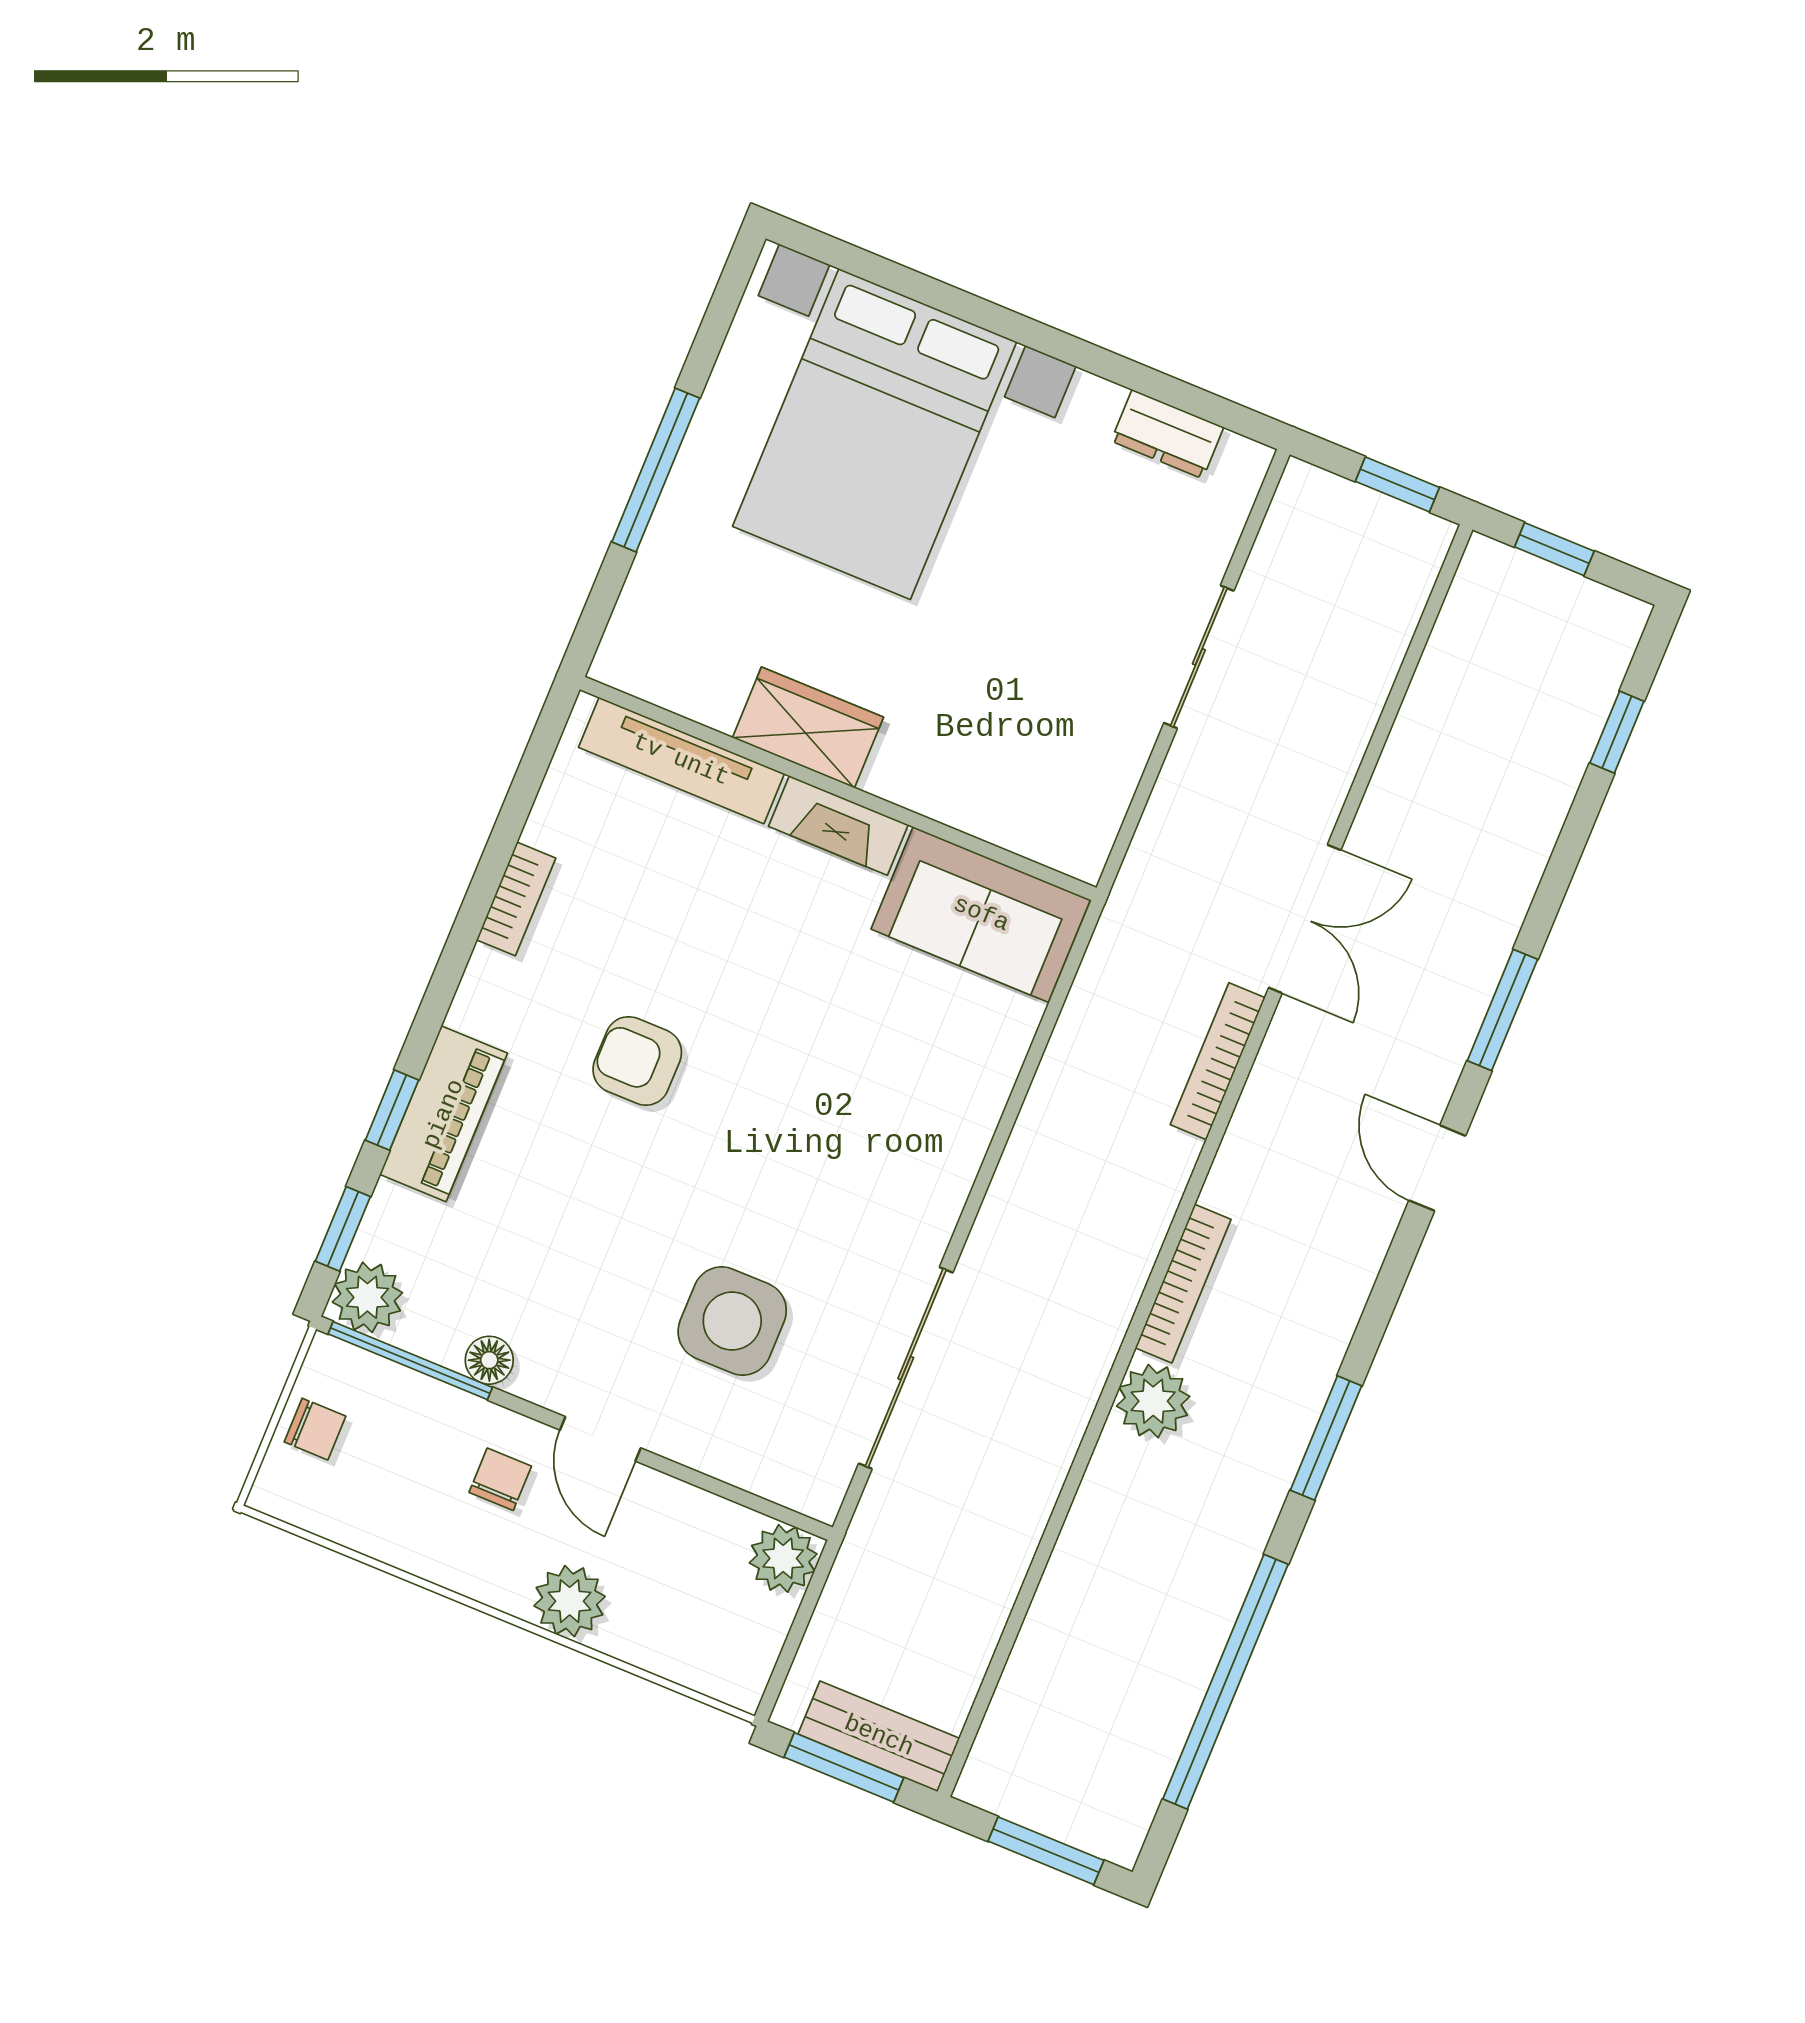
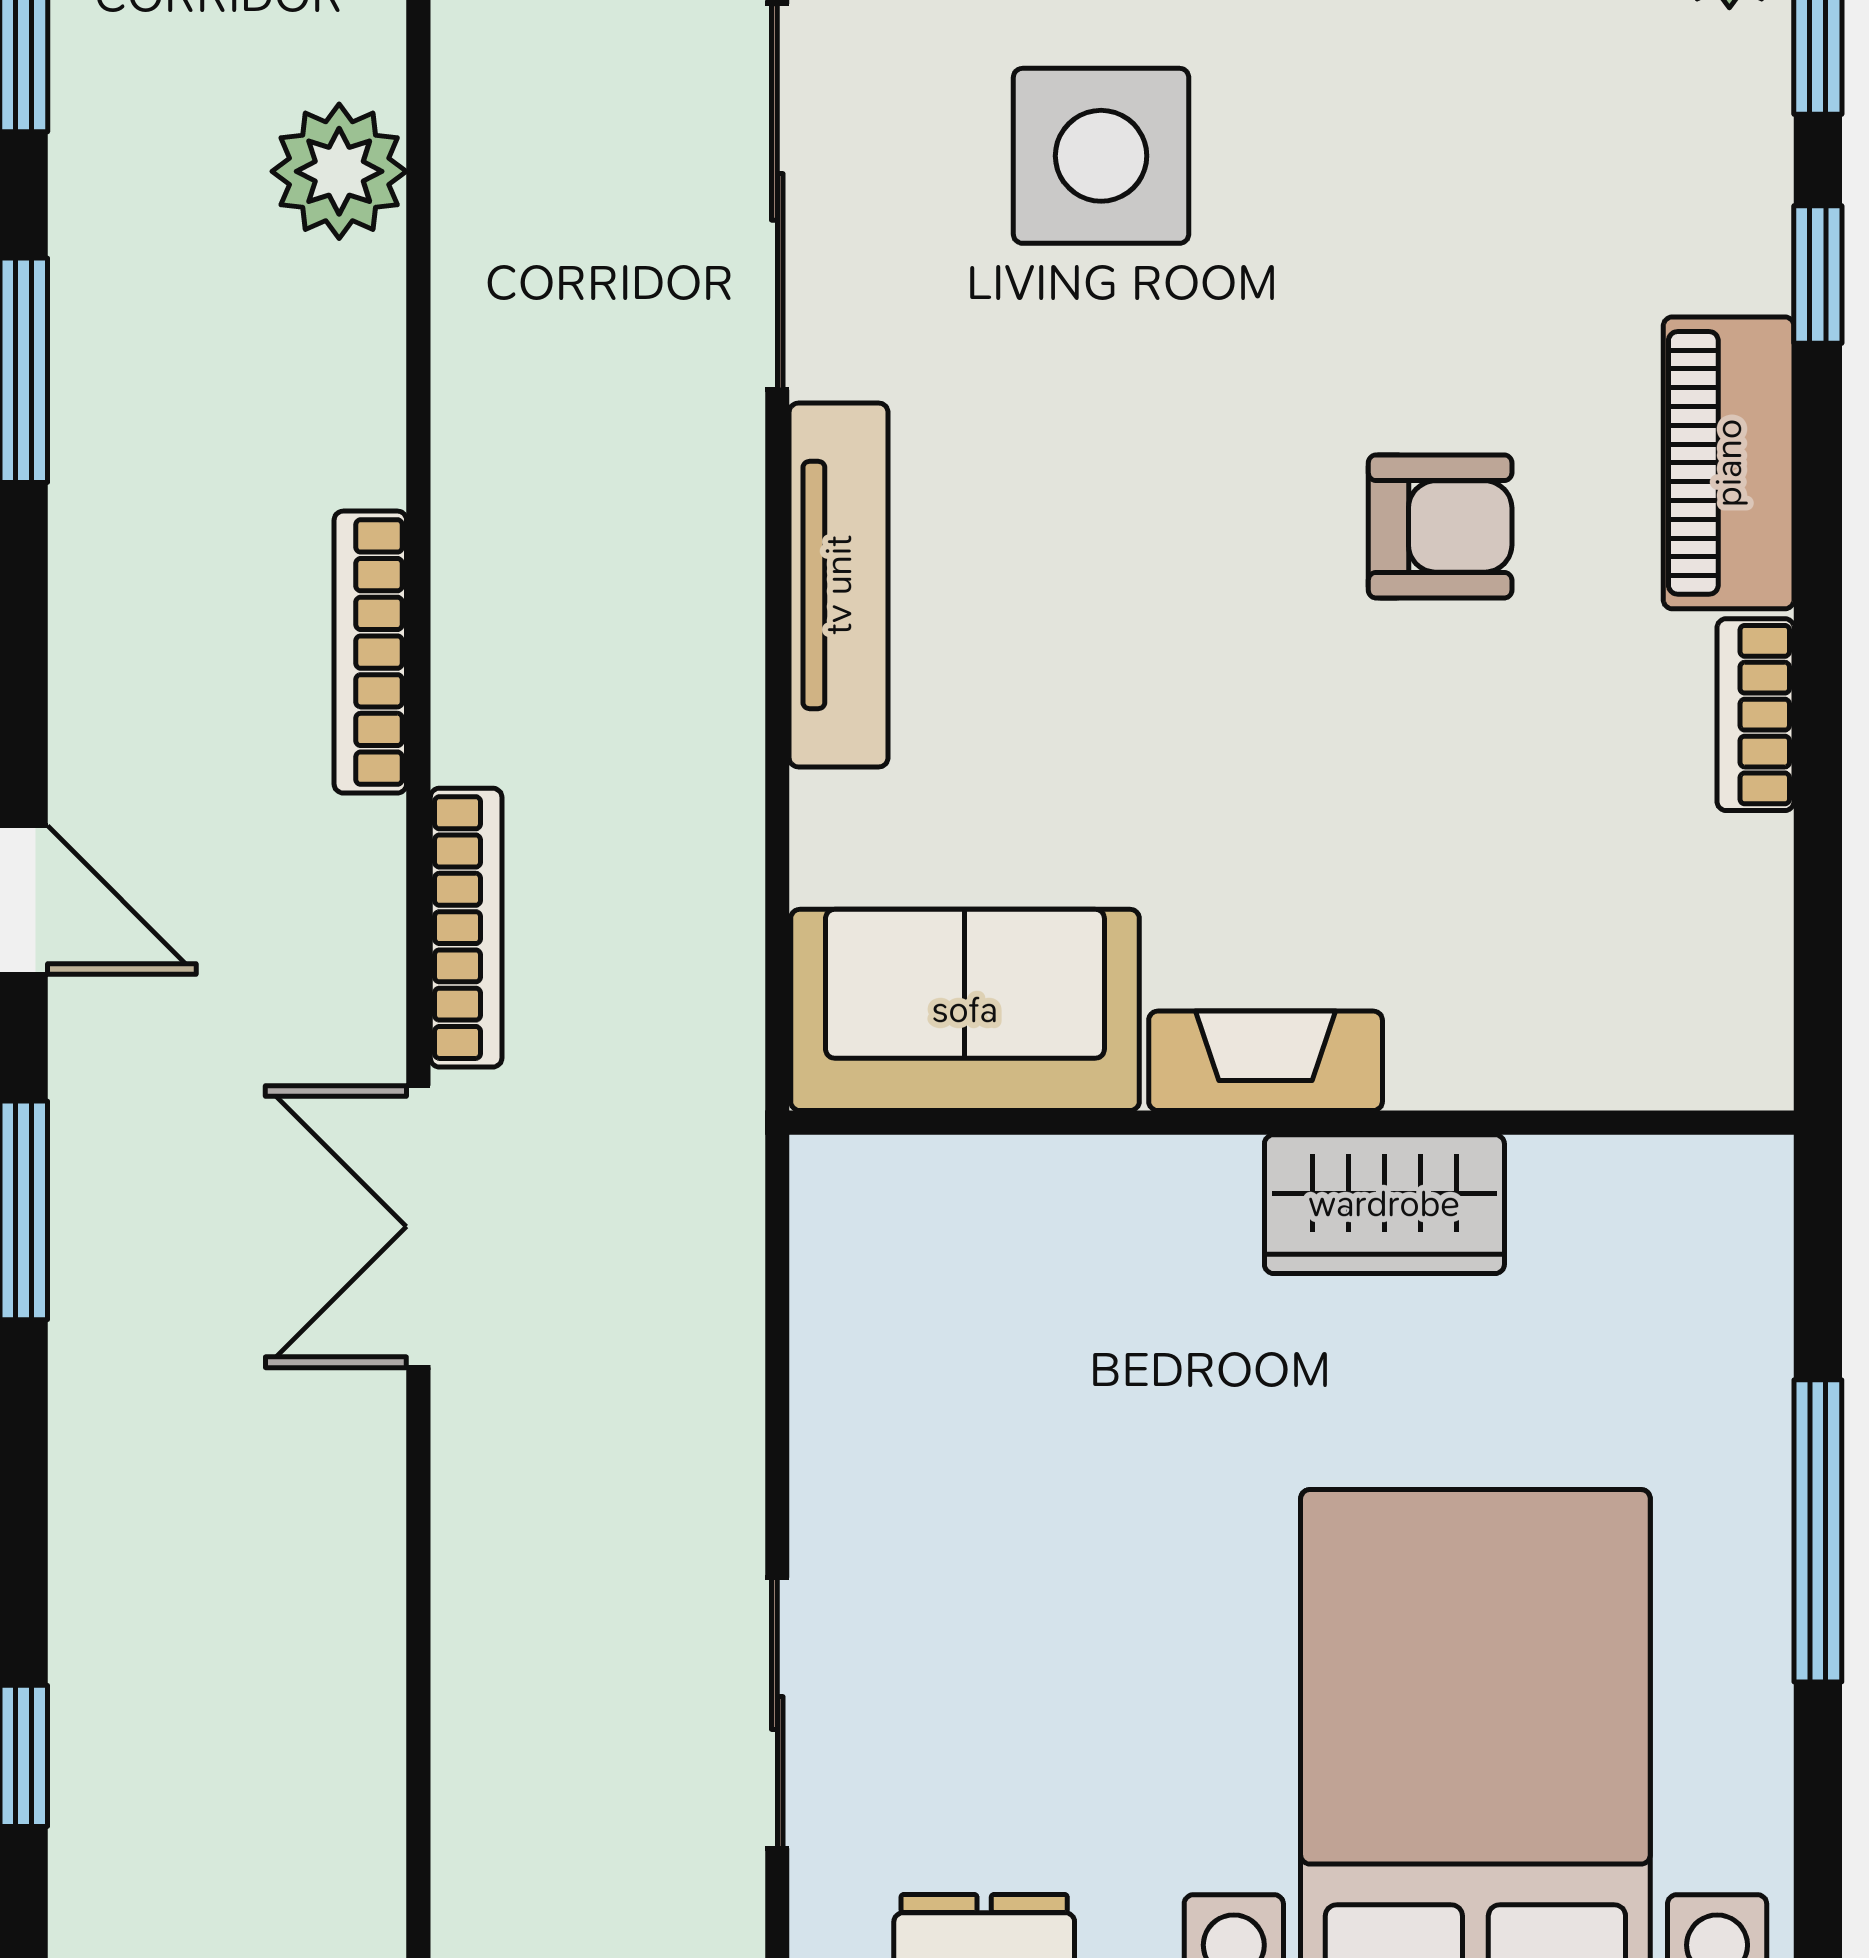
sliding door: (1199, 657) -> (777, 1713), moved
tv unit: (681, 760) -> (839, 585), moved, turned 90
piano: (444, 1114) -> (1729, 463), moved
bookcase: (1183, 1284) -> (370, 652), moved
plant: (1153, 1401) -> (339, 171), moved

